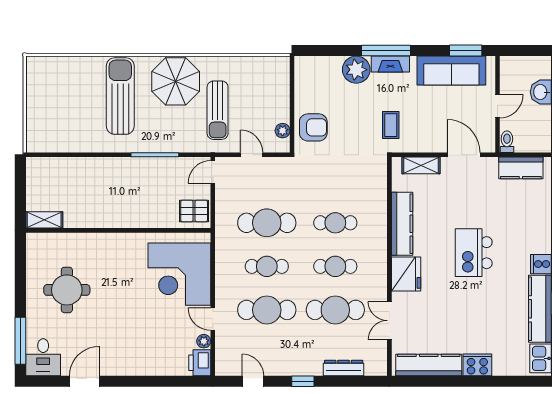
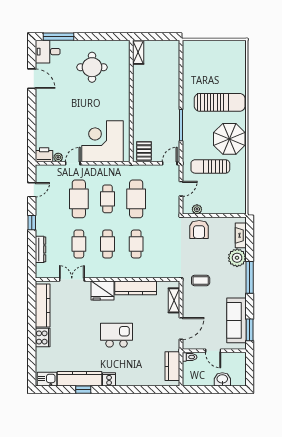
fireplace: (390, 64) -> (241, 235), moved
door: (213, 172) -> (170, 163), hinge flipped
cafe table: (335, 310) -> (79, 244), width x0.73, depth x0.74

